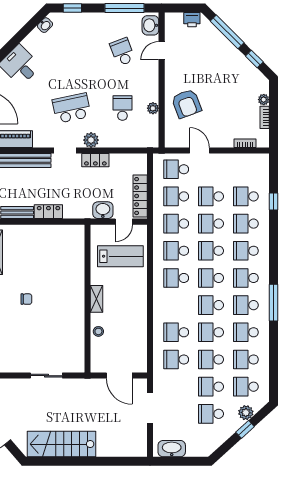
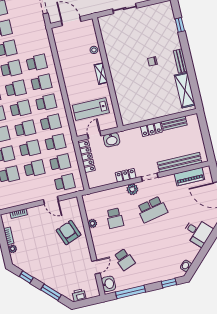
window: (227, 32) -> (51, 292), width x0.69
school desk: (176, 359) -> (41, 83), moved

